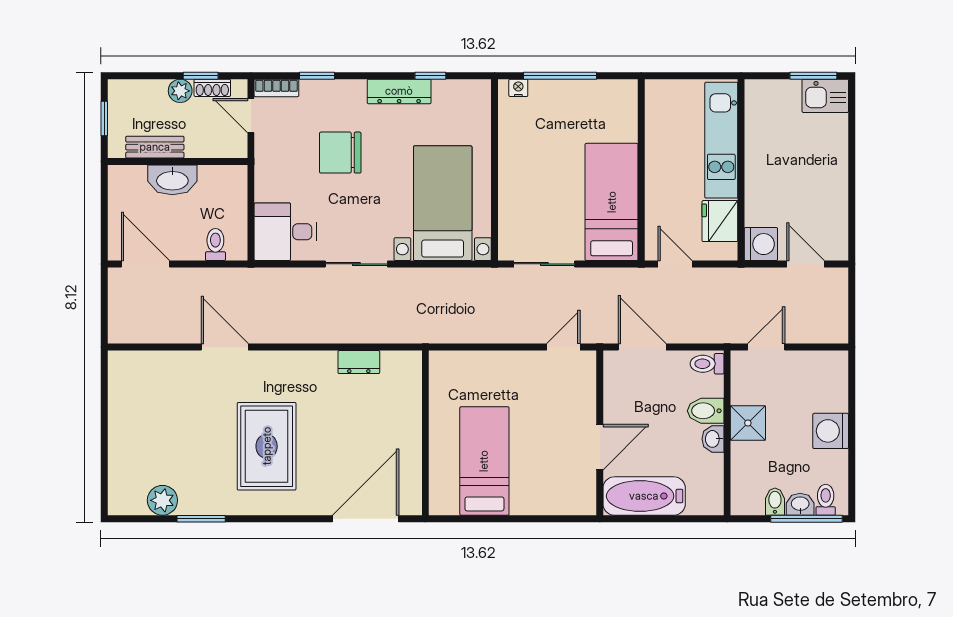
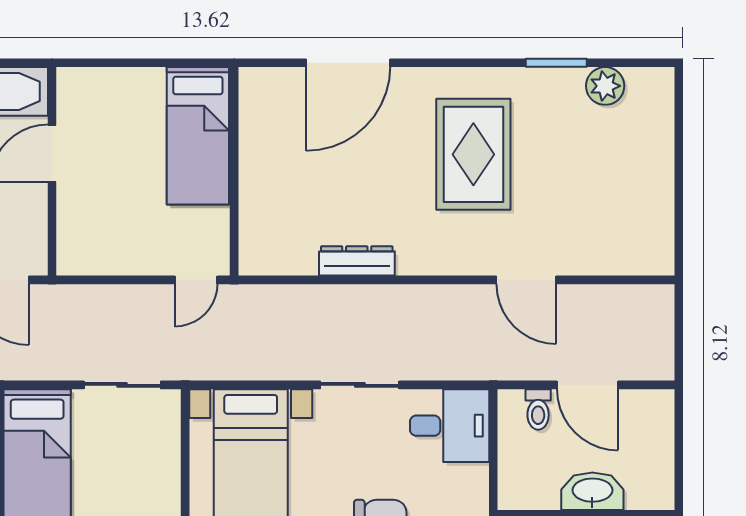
door: (145, 264) -> (588, 385), moved
door: (563, 347) -> (196, 280), moved
dresser: (359, 362) -> (357, 261), width x1.44
wall: (425, 433) -> (234, 171), moved

